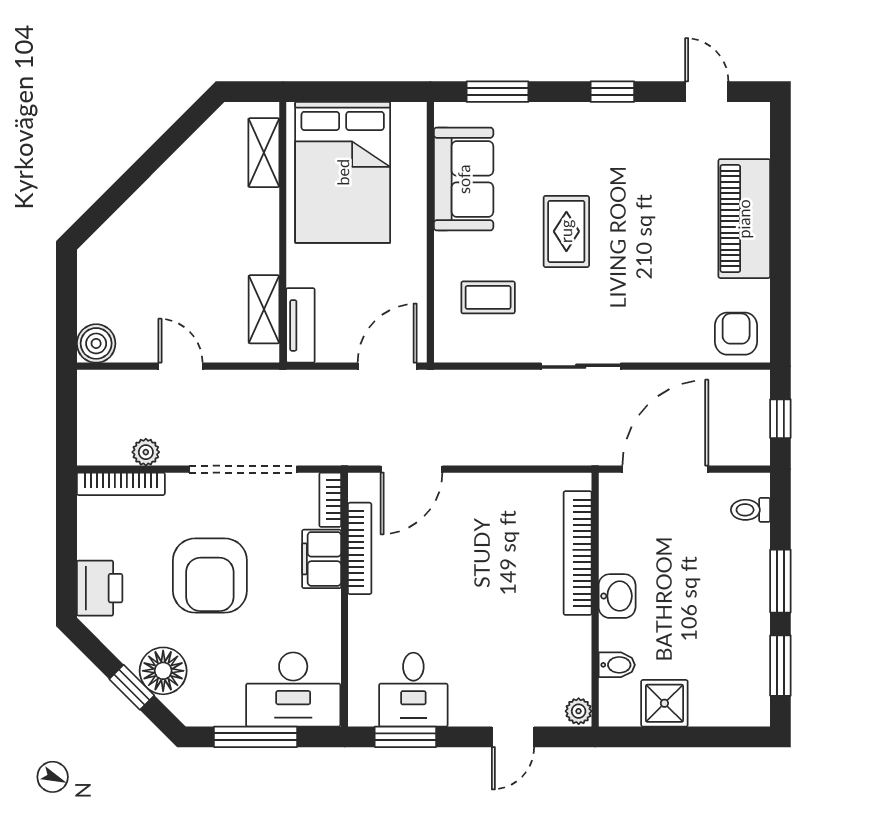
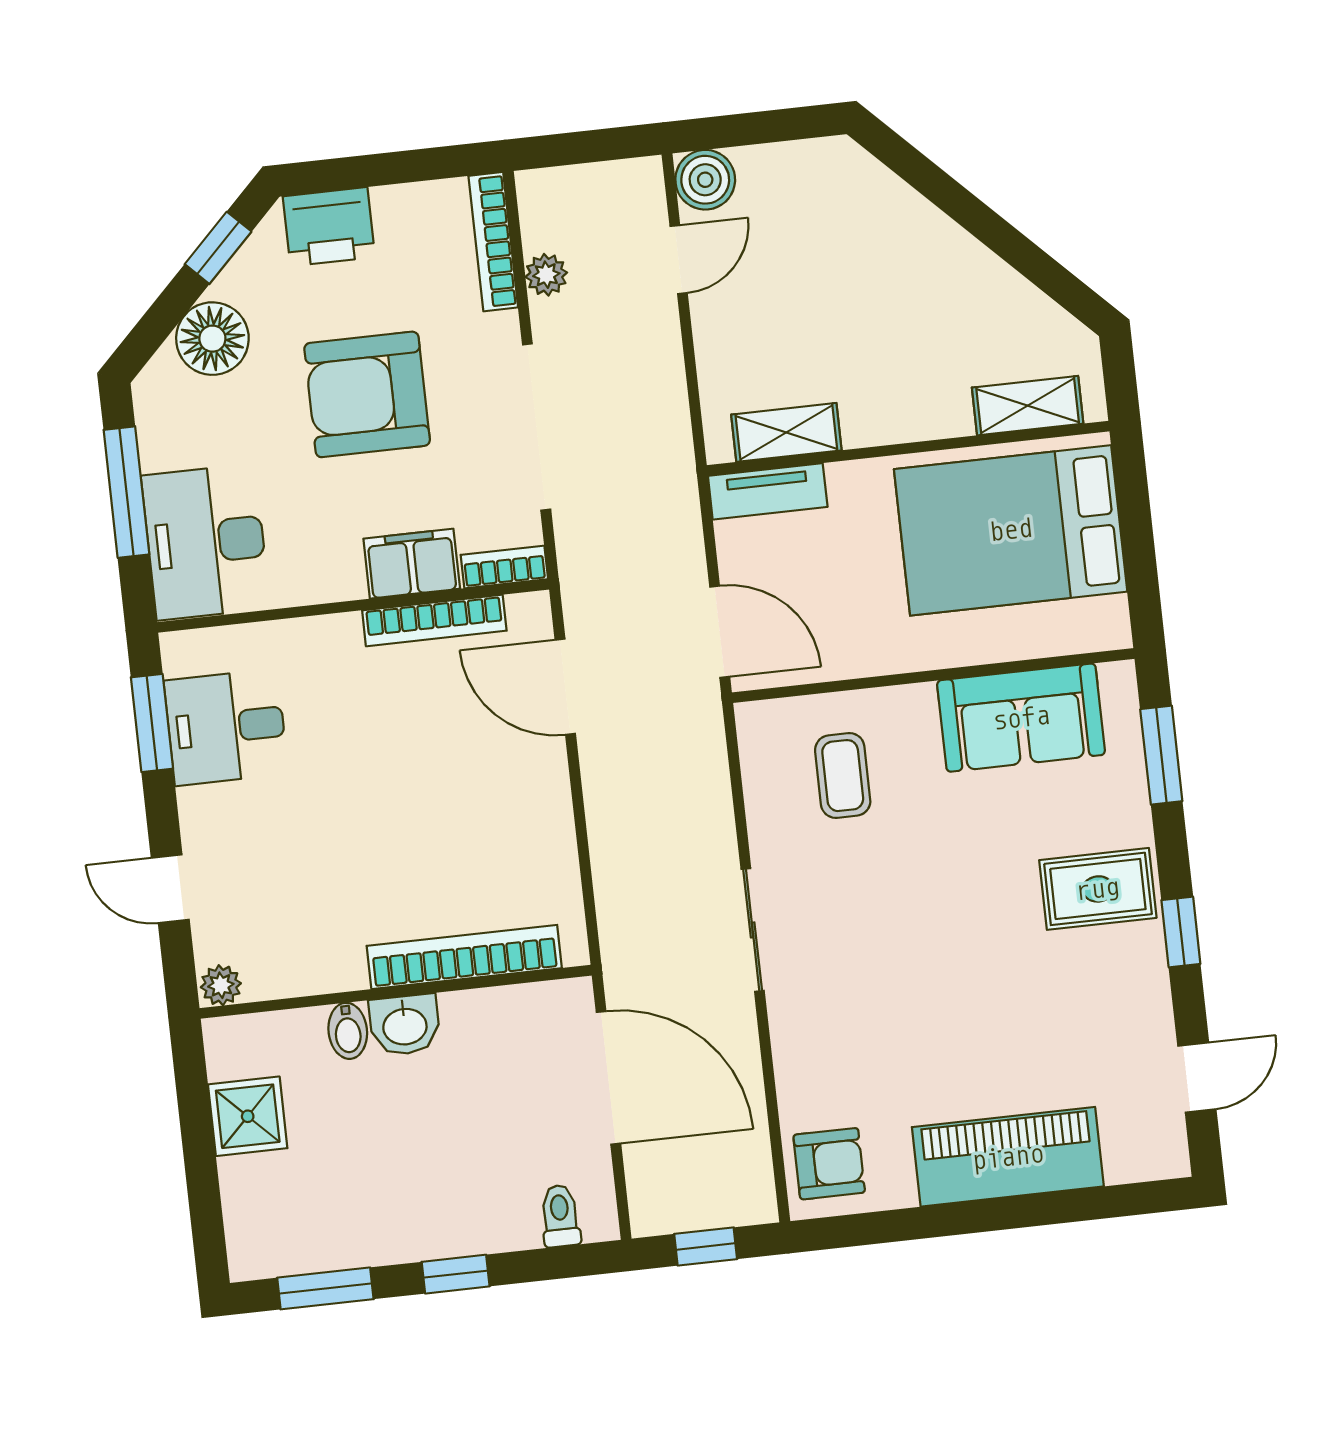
rug: (566, 231) -> (1098, 889), moved
door: (180, 366) -> (679, 260), moved
window: (780, 581) -> (456, 1274), width x0.67
bidet: (617, 665) -> (348, 1031), moved
window: (132, 687) -> (218, 248), moved

